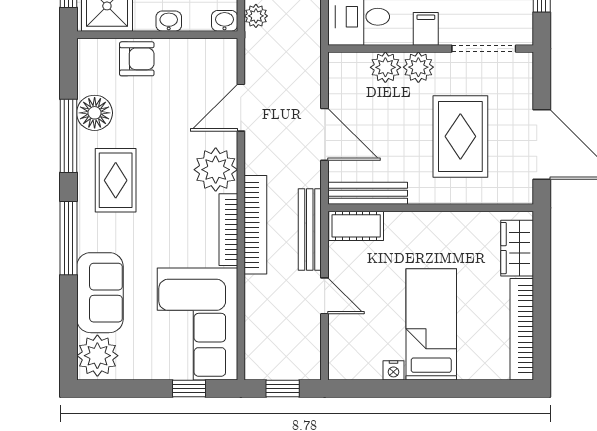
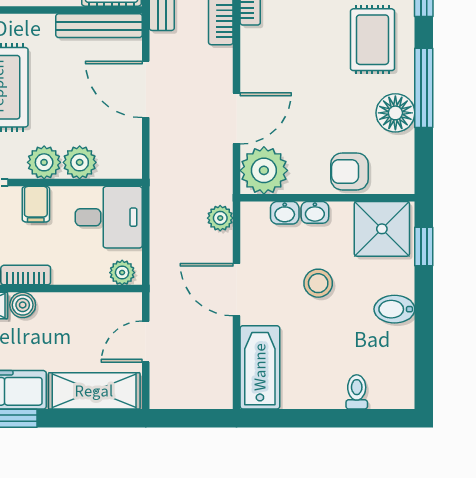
washbasin: (225, 21) -> (285, 213), moved
plant: (216, 170) -> (264, 170), moved

